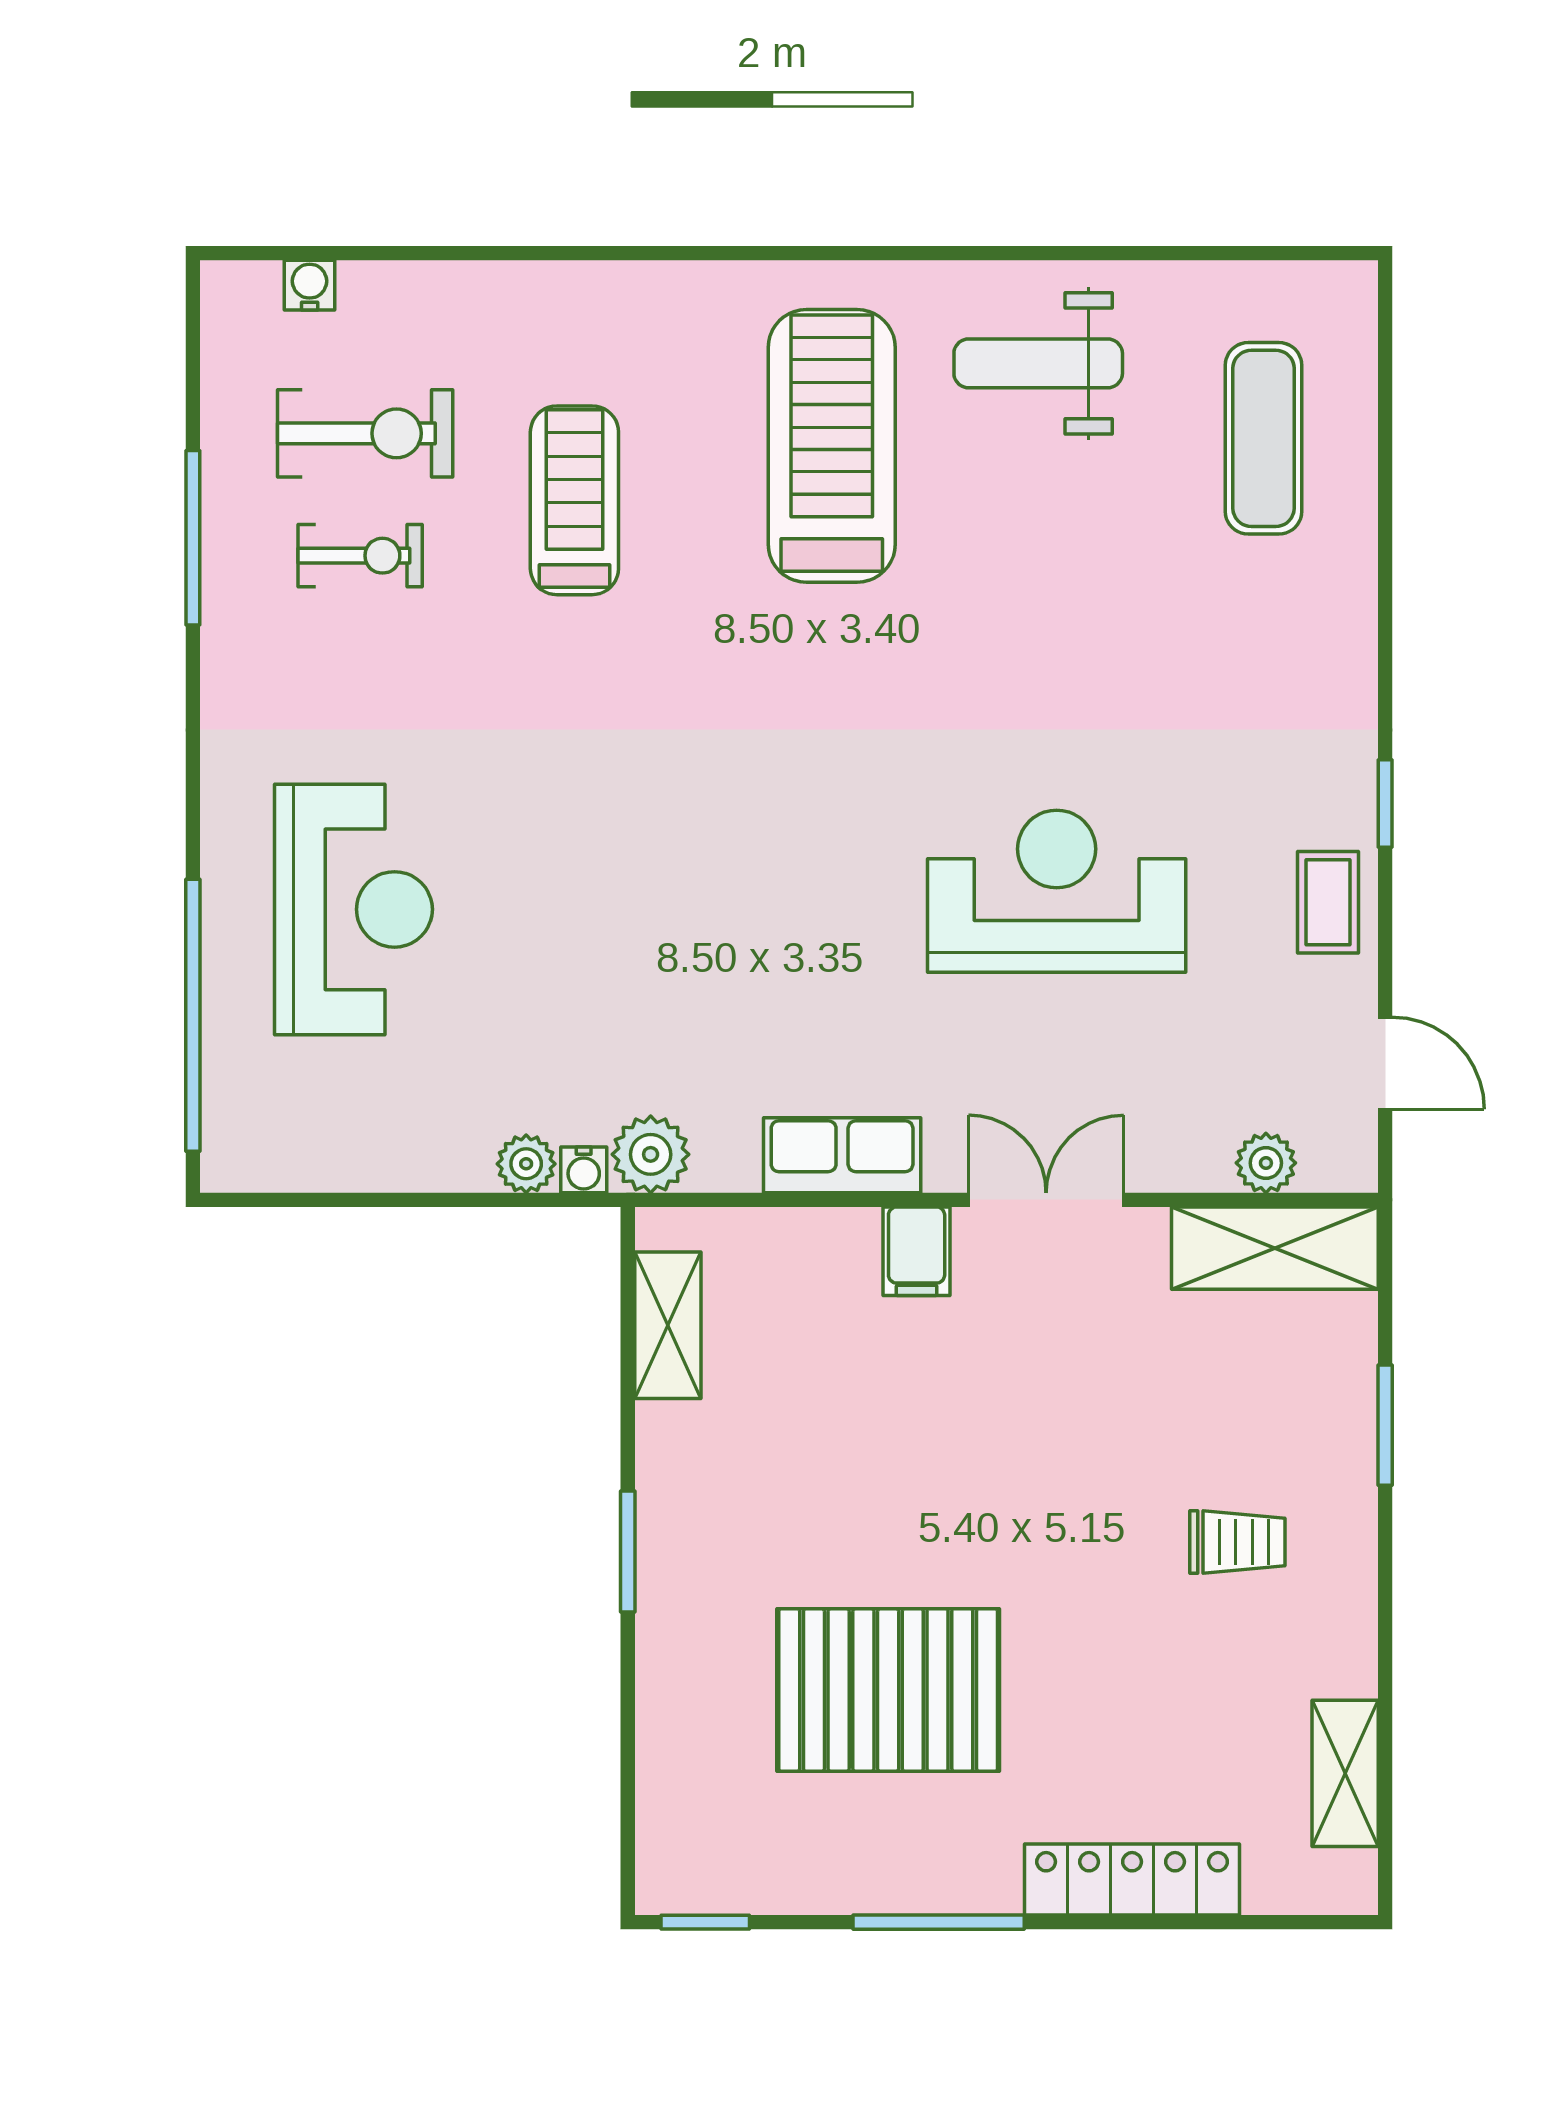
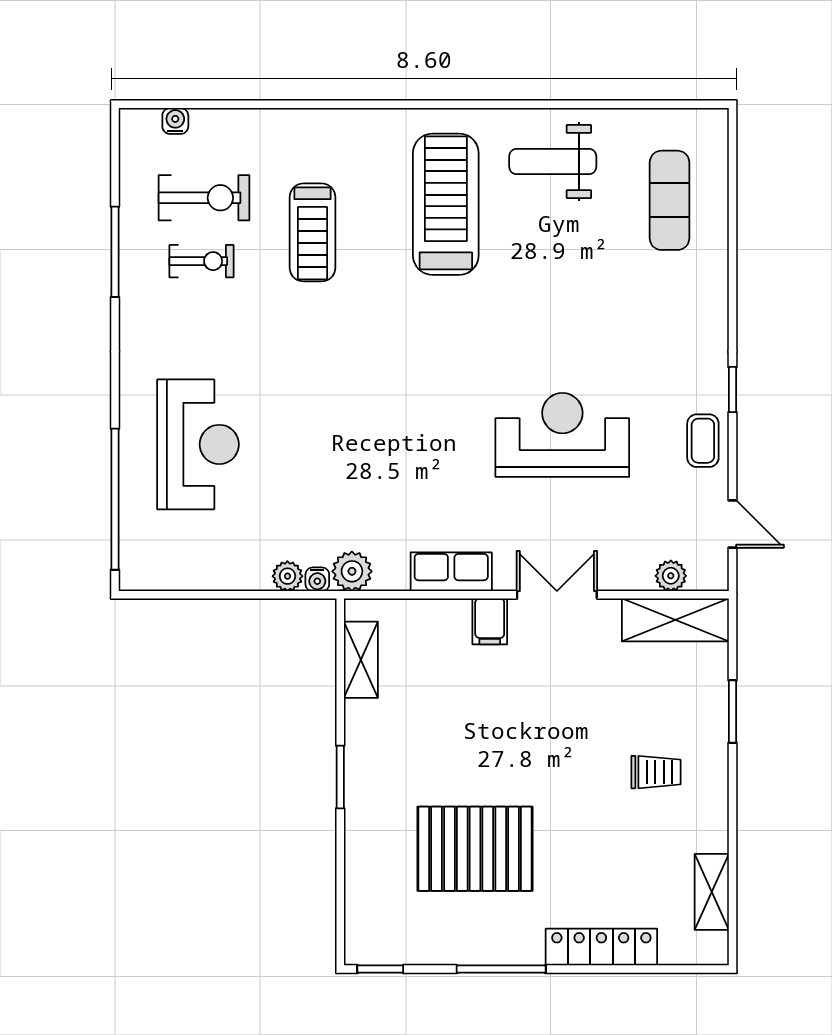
treadmill: (574, 500) -> (313, 232), turned 180

